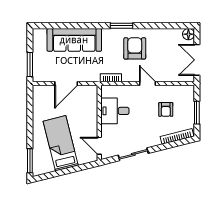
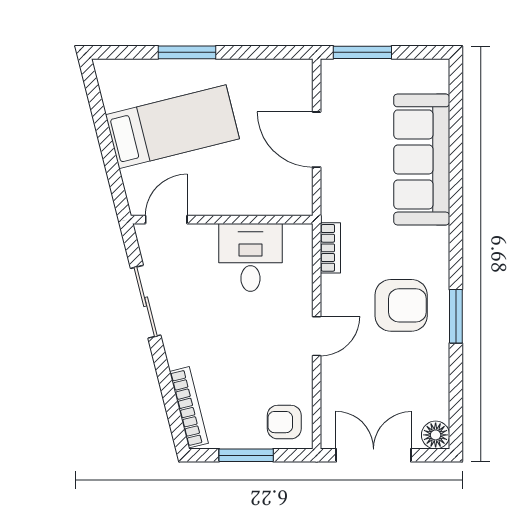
window: (121, 26) -> (456, 316), moved
armchair: (166, 109) -> (284, 422), moved
window: (30, 161) -> (187, 52), moved

